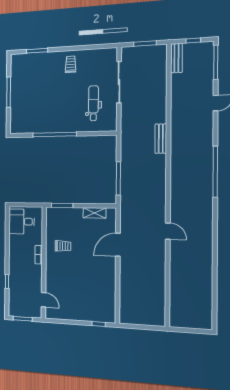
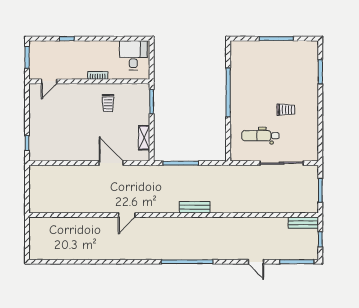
trolley: (71, 64) -> (286, 110), moved
dental chair: (93, 103) -> (260, 136), turned 180
bench: (161, 139) -> (195, 207), moved

